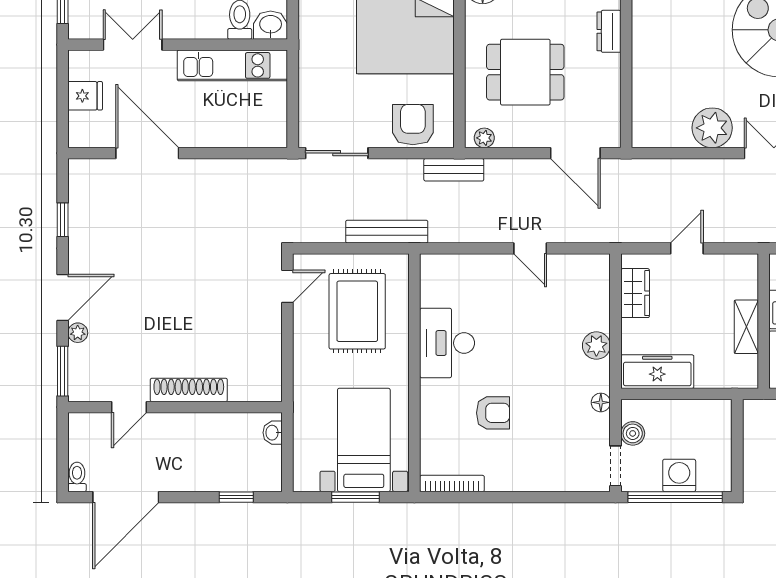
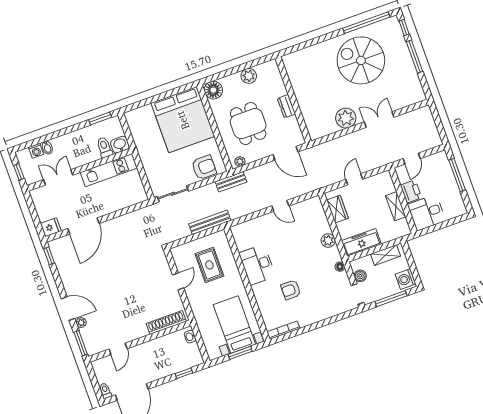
dresser: (609, 31) -> (286, 106), moved
dining table: (525, 72) -> (248, 124), turned 90
fridge: (85, 96) -> (51, 227), moved
armchair: (413, 125) -> (204, 167), turned 90
door: (147, 153) -> (83, 226), swing flipped
window: (63, 220) -> (49, 256), moved
door: (287, 286) -> (178, 281), moved
door: (63, 298) -> (68, 309), hinge flipped
rug: (357, 311) -> (209, 265), width x0.73, depth x0.70
shoe rack: (189, 390) -> (166, 322), moved
shelving: (694, 412) -> (386, 255), added
armchair: (493, 413) -> (291, 290), turned 180
washing machine: (679, 475) -> (406, 279), moved, turned -90
window: (675, 497) -> (391, 299), width x0.68

